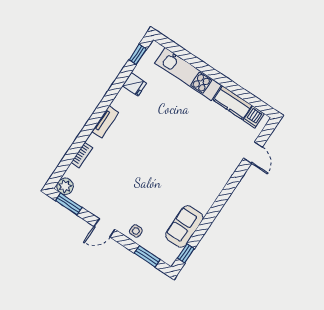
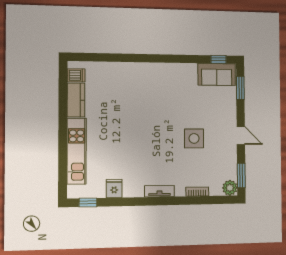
door: (253, 153) -> (105, 57), removed
sofa: (184, 226) -> (217, 74), moved
side table: (136, 231) -> (194, 138), moved, width x1.87, depth x1.87

